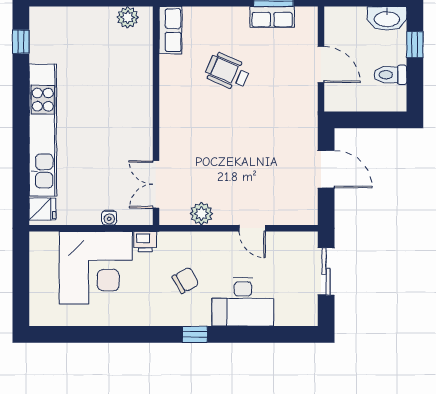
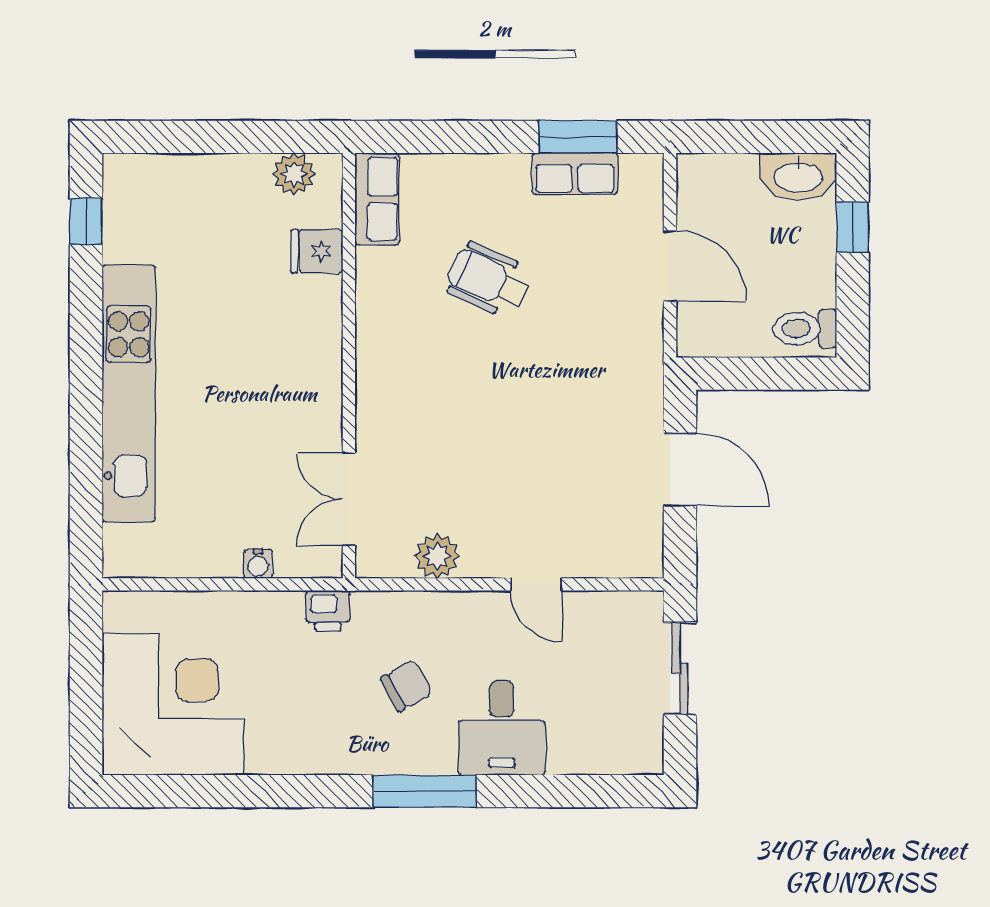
toilet: (390, 75) -> (805, 329), moved
fridge: (42, 209) -> (317, 251), moved, turned 180
corner desk: (96, 268) -> (173, 704), moved, turned -90
desk: (243, 302) -> (502, 728), width x0.73
window: (195, 334) -> (425, 791), width x2.17

